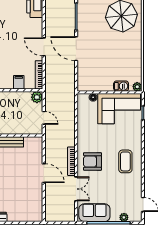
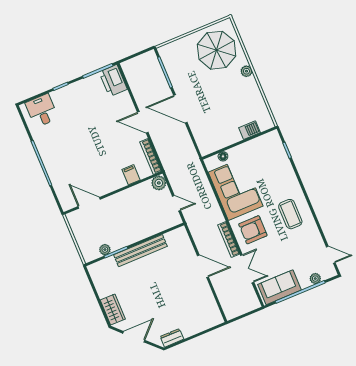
plant: (137, 87) -> (246, 71), moved
corner sofa: (119, 109) -> (236, 189), moved, turned -90

